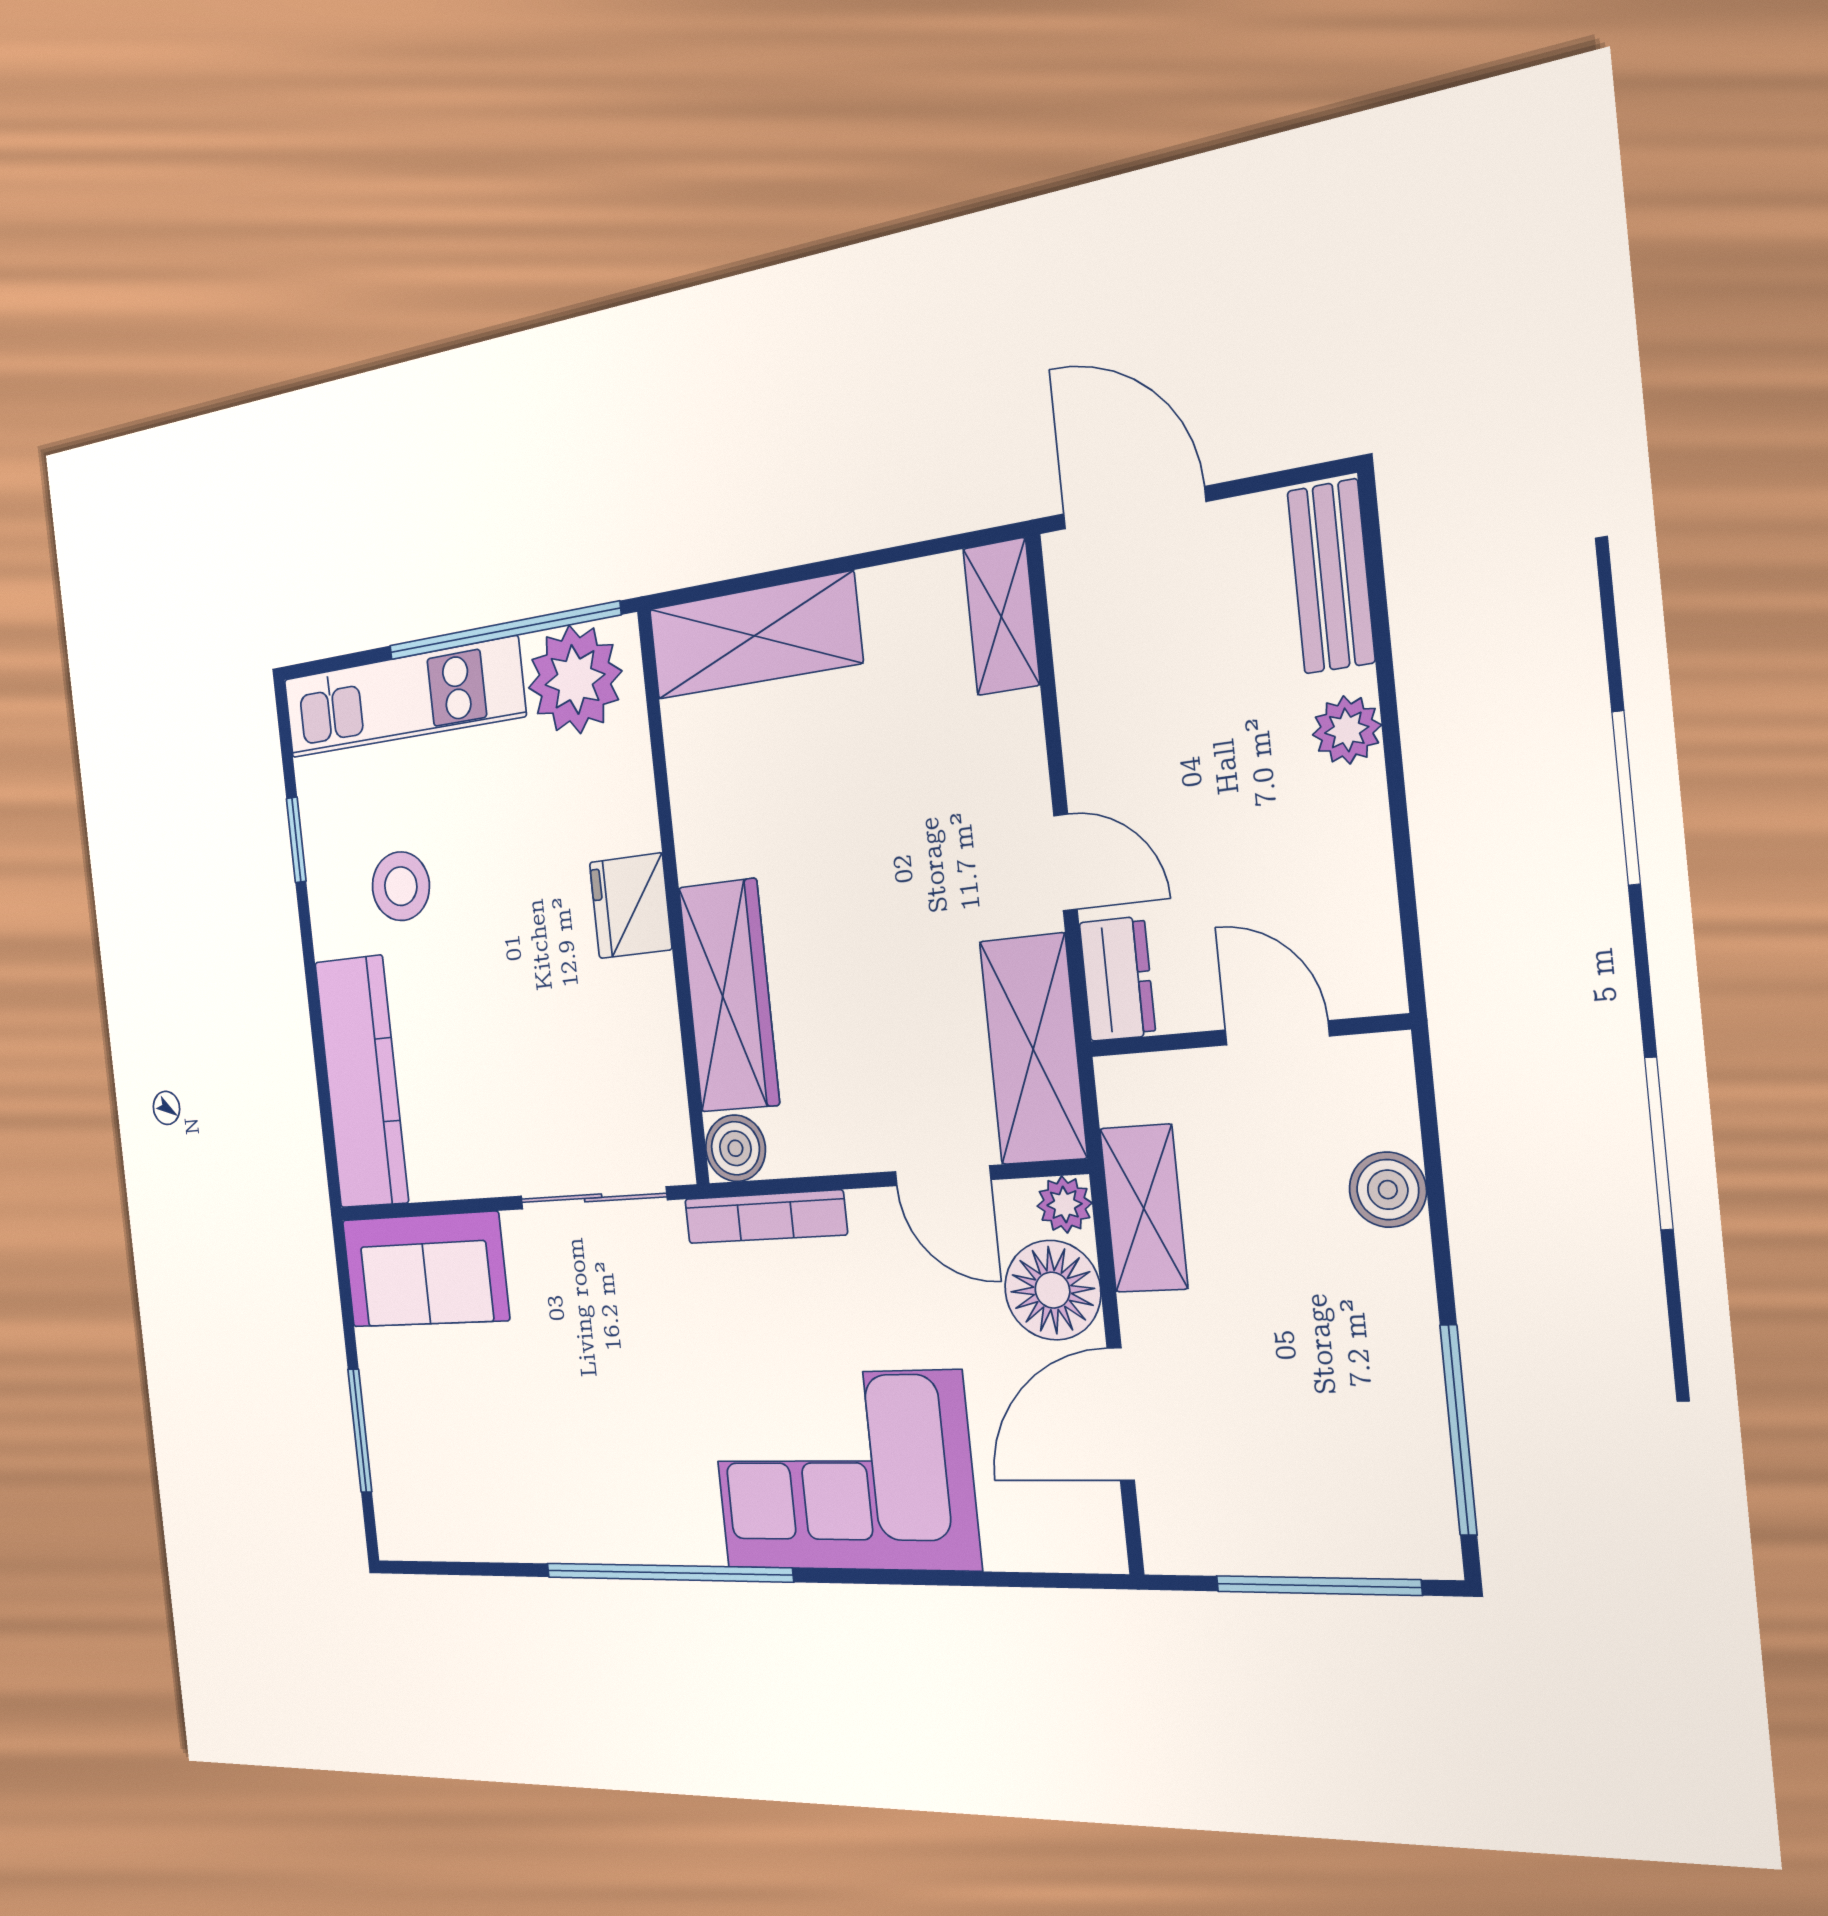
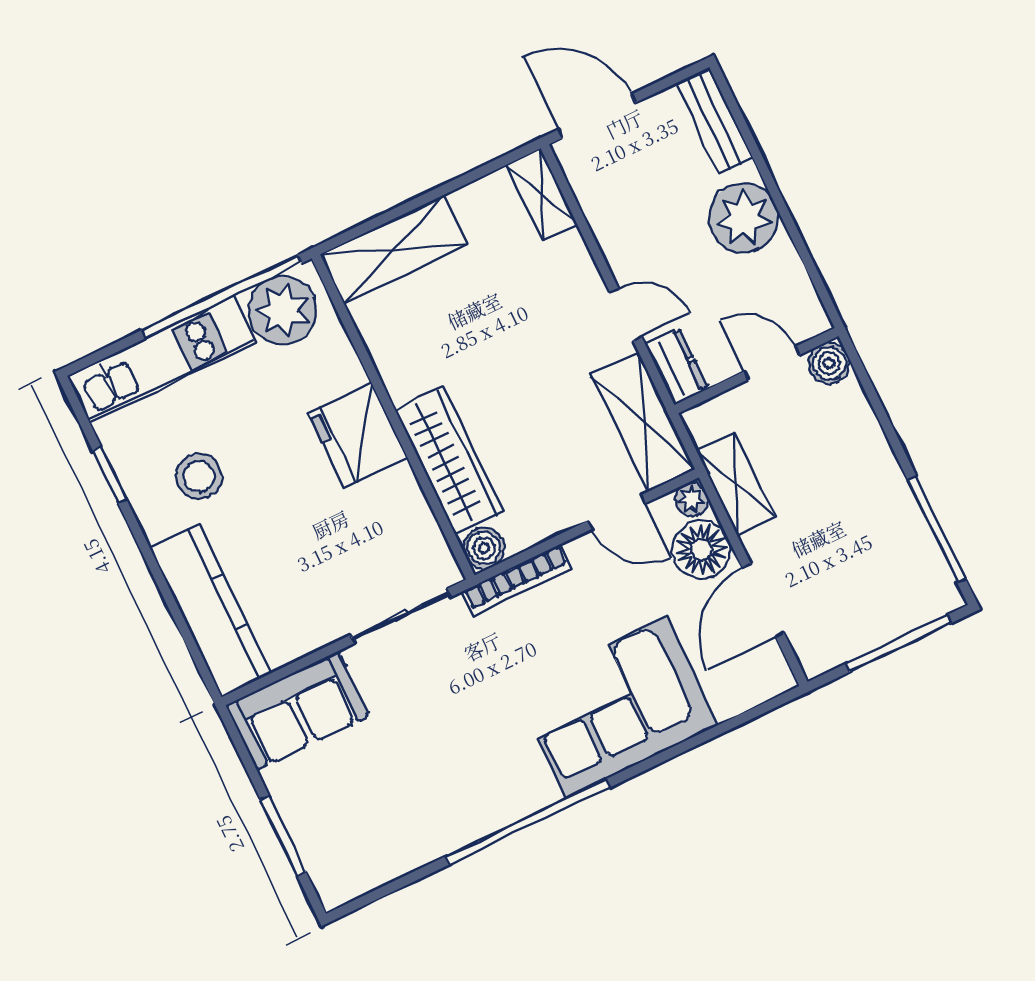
plant: (1347, 730) -> (743, 218), width x1.87, depth x1.87
fridge: (631, 906) -> (358, 435), width x1.36, depth x1.34
boiler: (1388, 1190) -> (829, 363), moved

